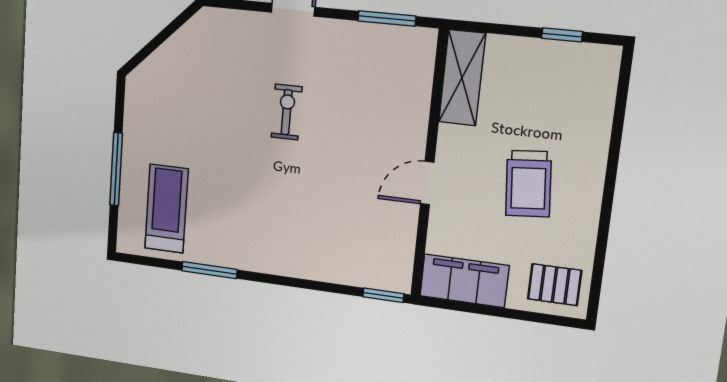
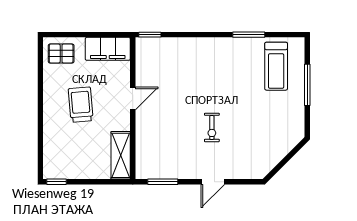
window: (562, 35) -> (57, 182), moved

